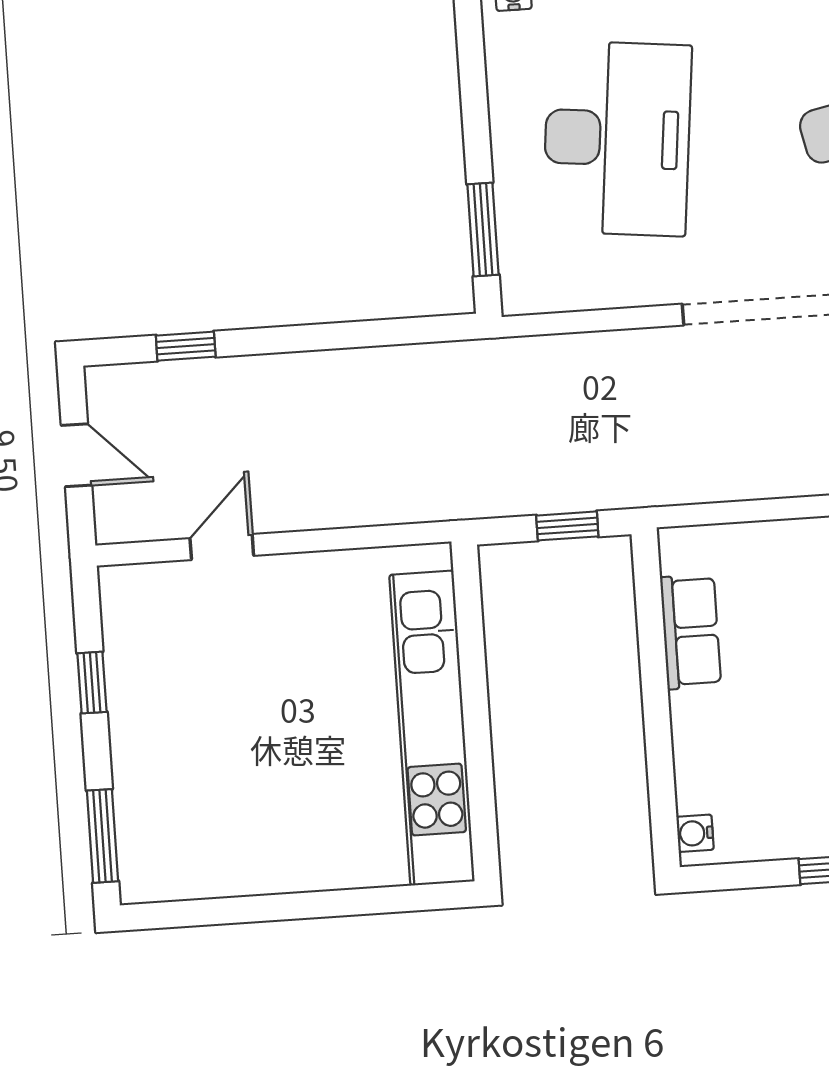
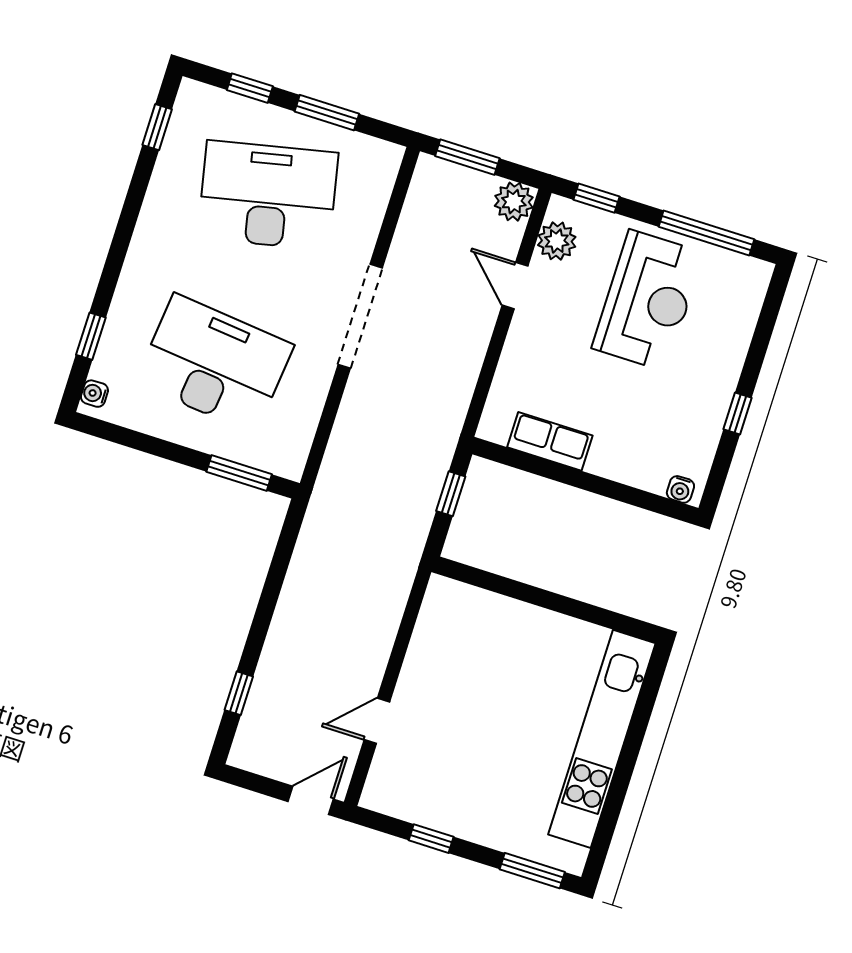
door: (76, 455) -> (311, 800), moved
door: (222, 547) -> (377, 721), hinge flipped
kitchen unit: (432, 728) -> (602, 739), moved, turned 90

